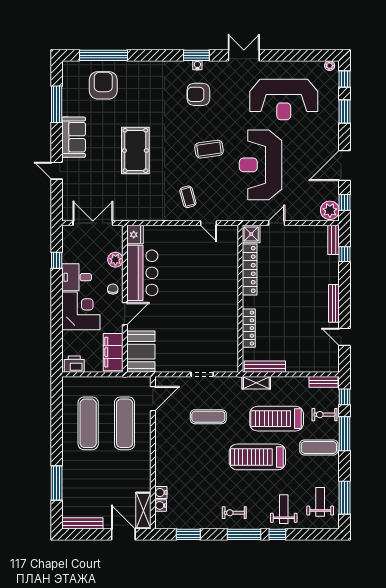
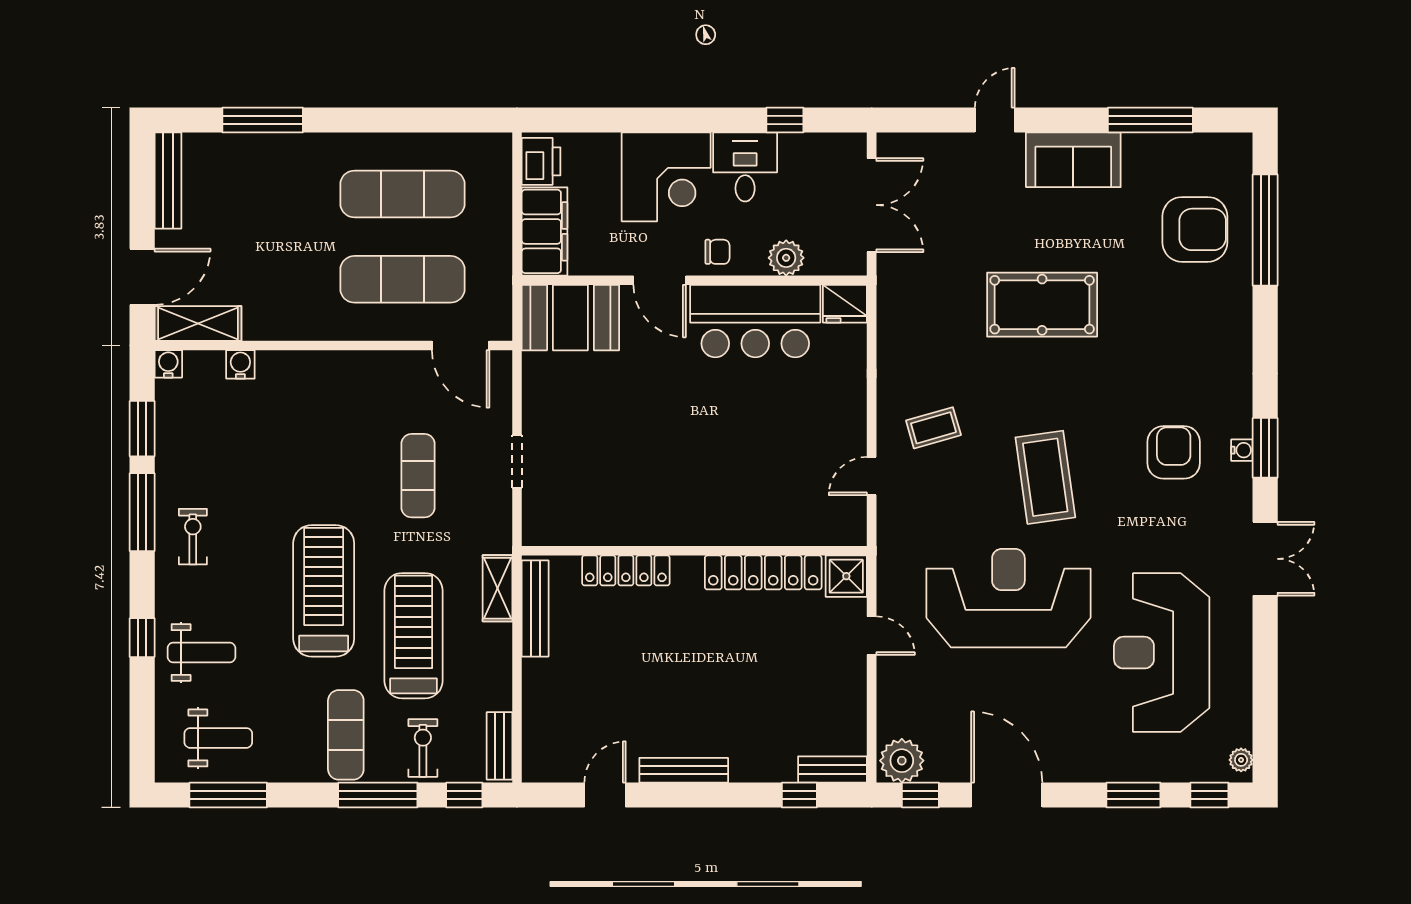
coffee table: (209, 149) -> (1045, 477), width x1.36, depth x1.32
filing cabinet: (113, 352) -> (545, 231), moved, turned 90
water cooler: (161, 505) -> (168, 364), moved
window: (244, 534) -> (142, 512), moved

